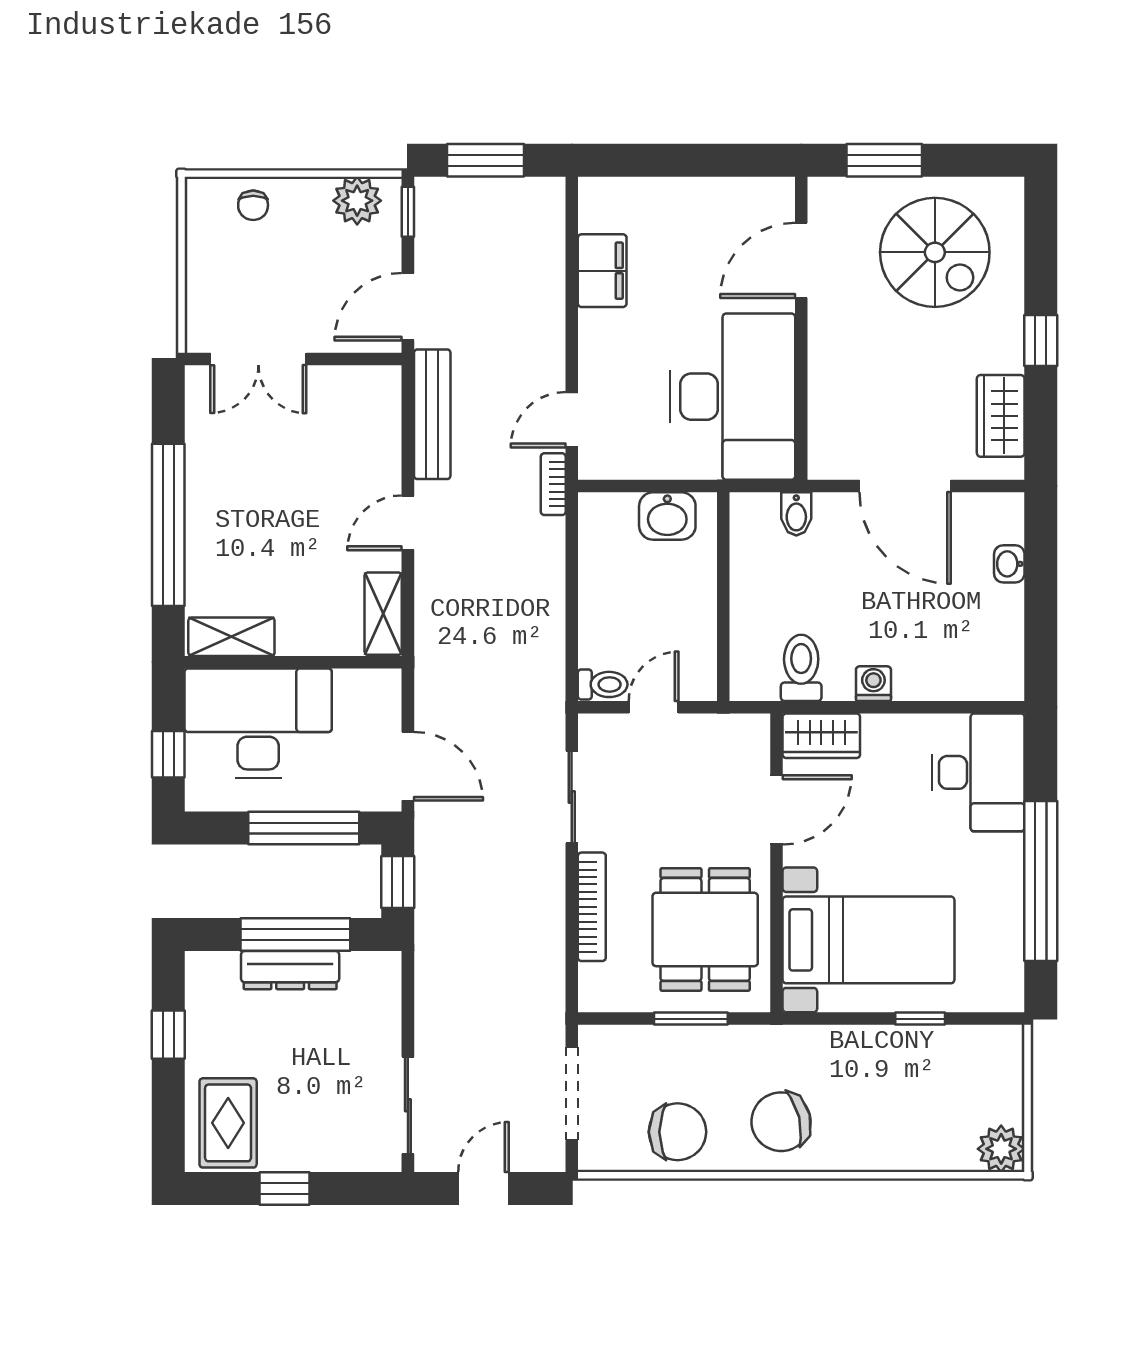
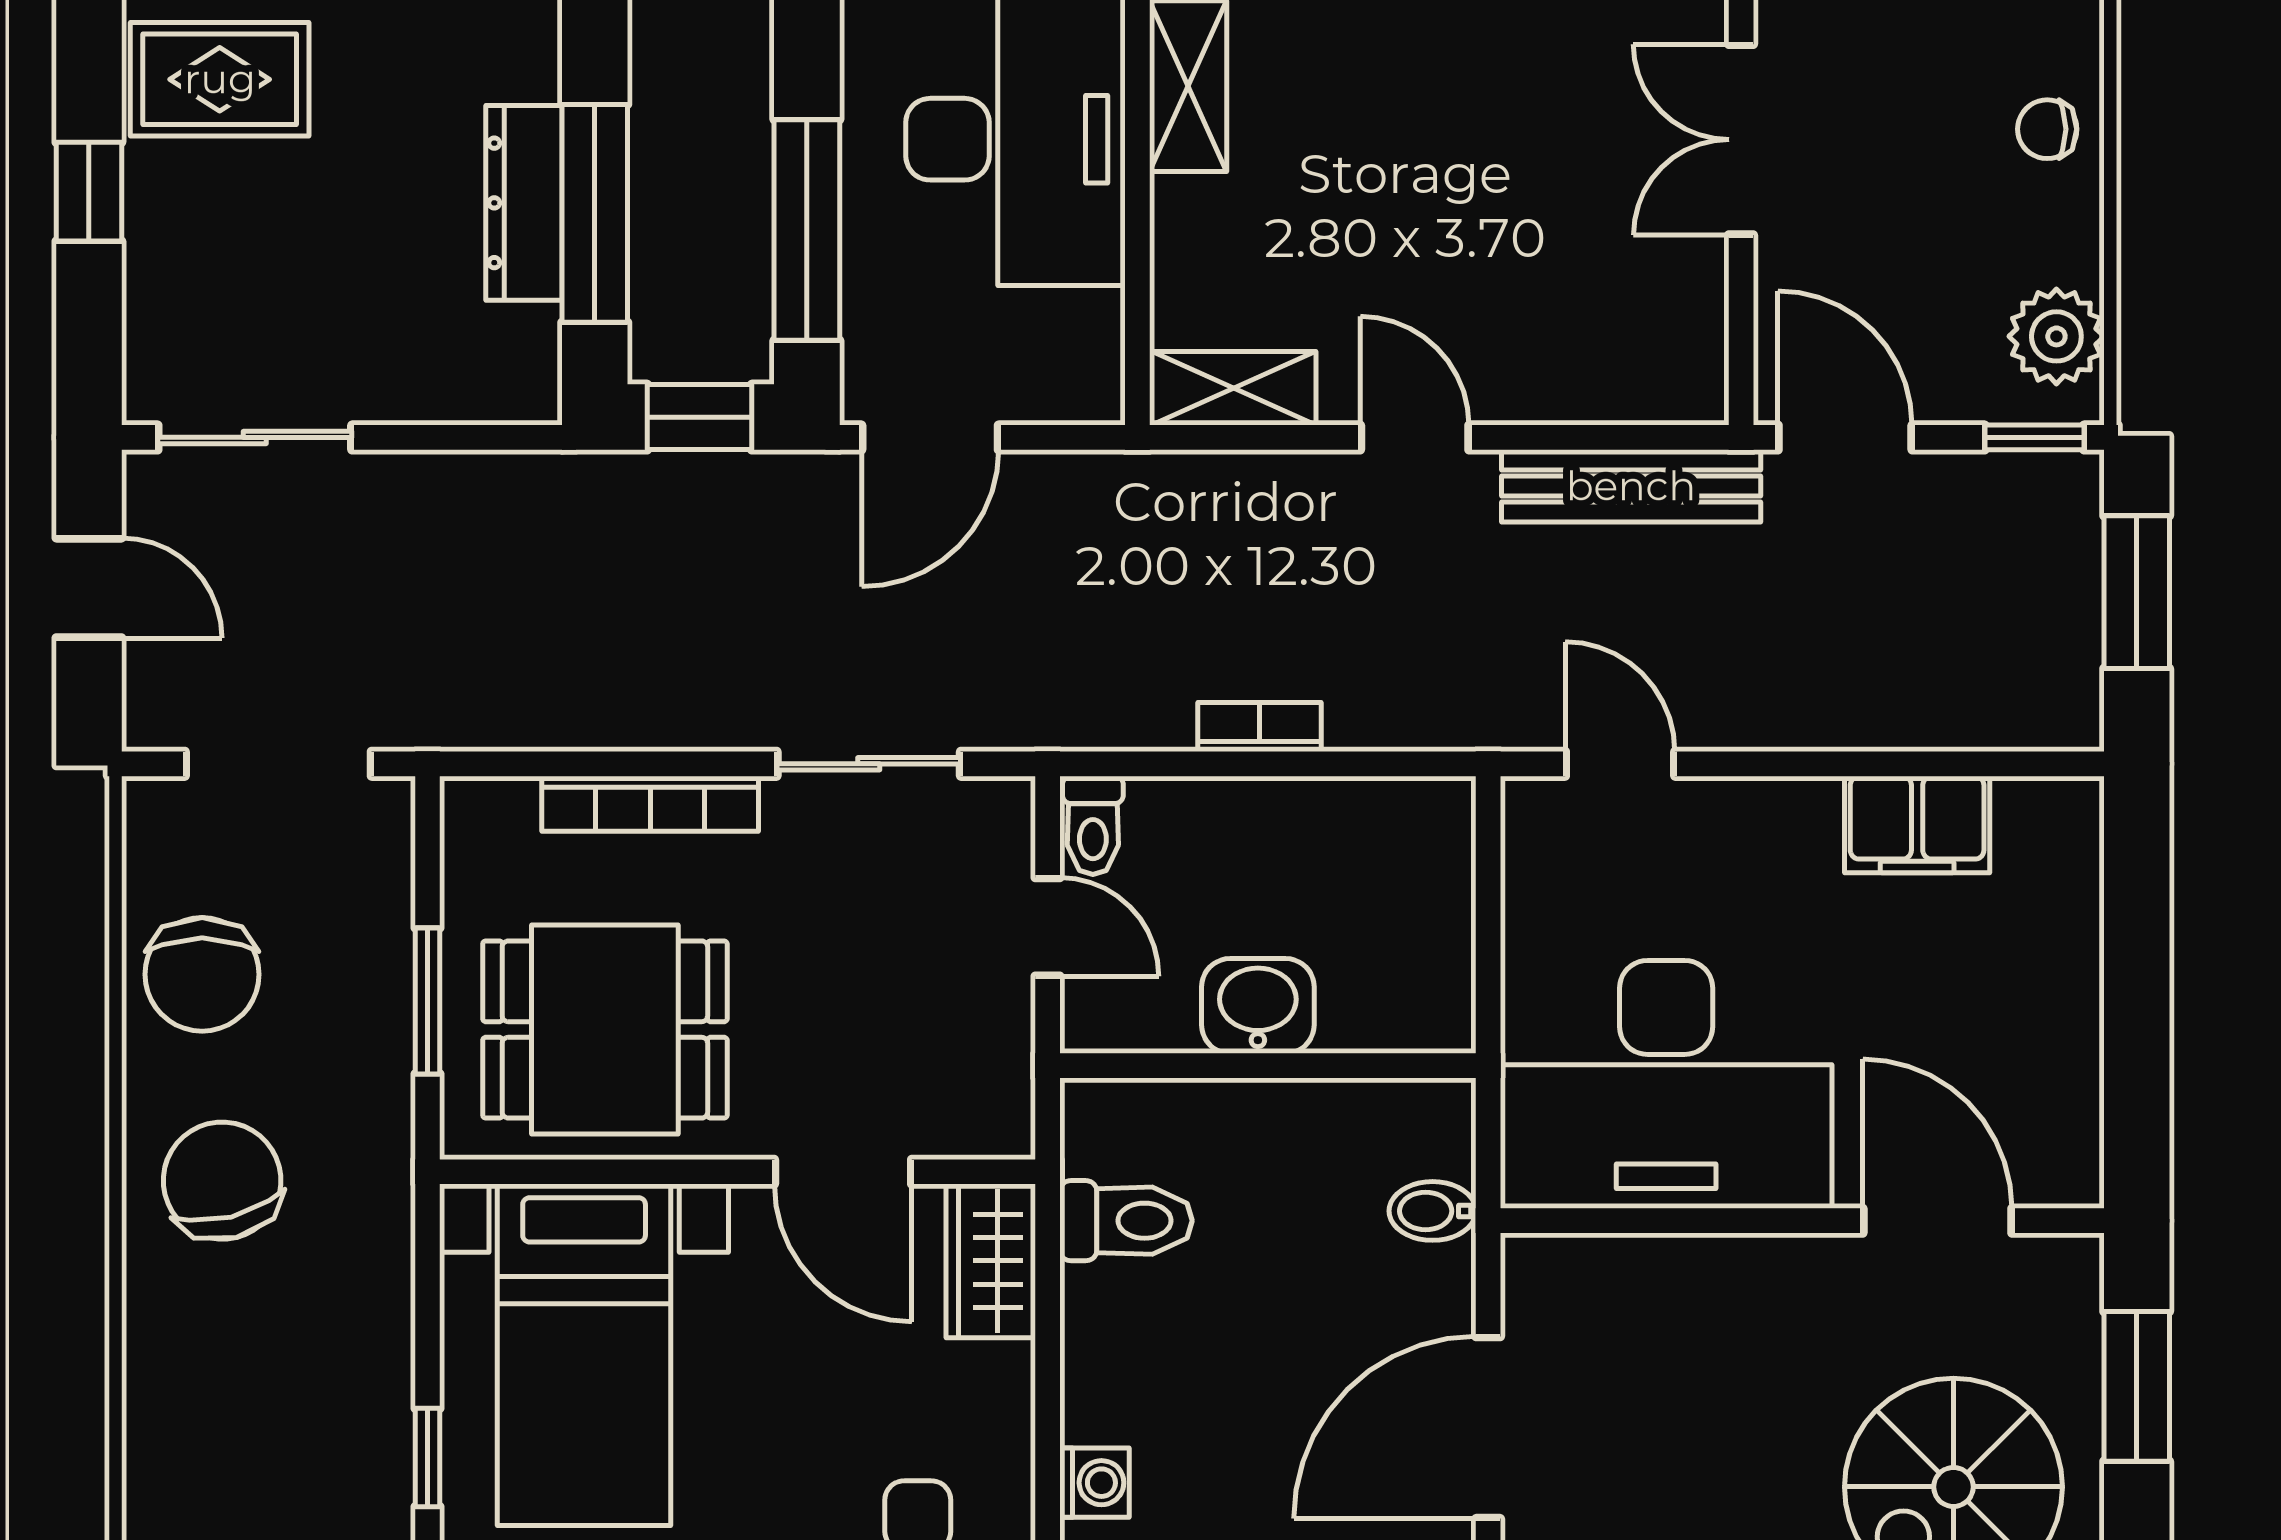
bookcase: (553, 484) -> (1260, 727), moved
washbasin: (667, 516) -> (1258, 1006), moved, turned 90
washing machine: (873, 684) -> (1095, 1483), moved

